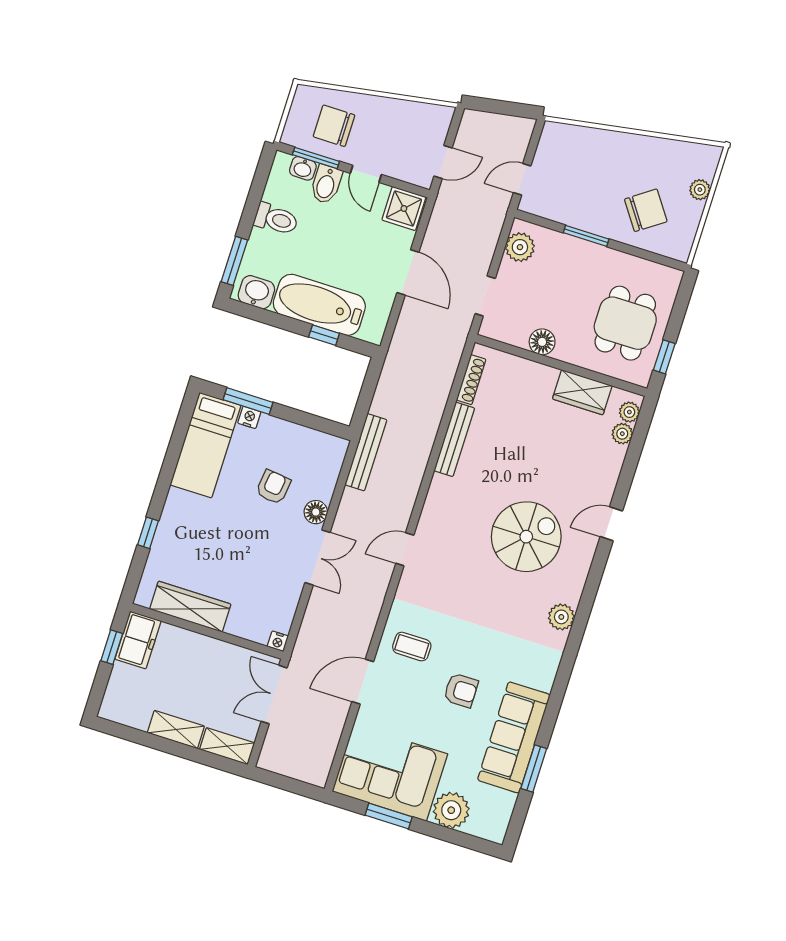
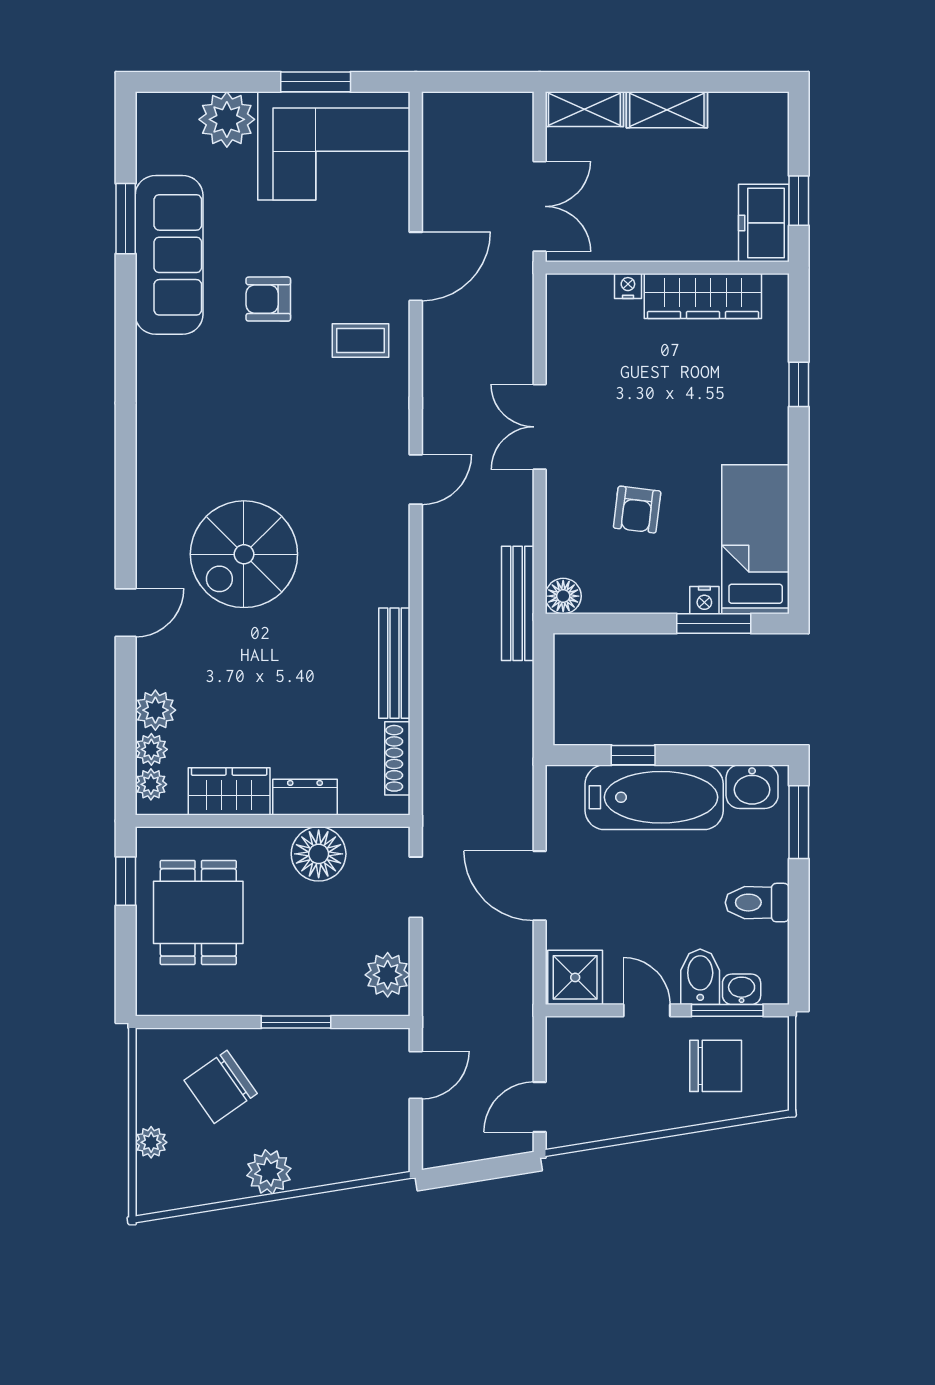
plant: (632, 148) -> (269, 1172), added
door: (443, 162) -> (540, 1107), moved
floor lamp: (542, 342) -> (319, 854), width x1.38, depth x1.38
dresser: (536, 374) -> (305, 797), added
floor lamp: (316, 512) -> (563, 596), moved
plant: (561, 617) -> (155, 710), moved
nightstand: (278, 641) -> (628, 286), moved

